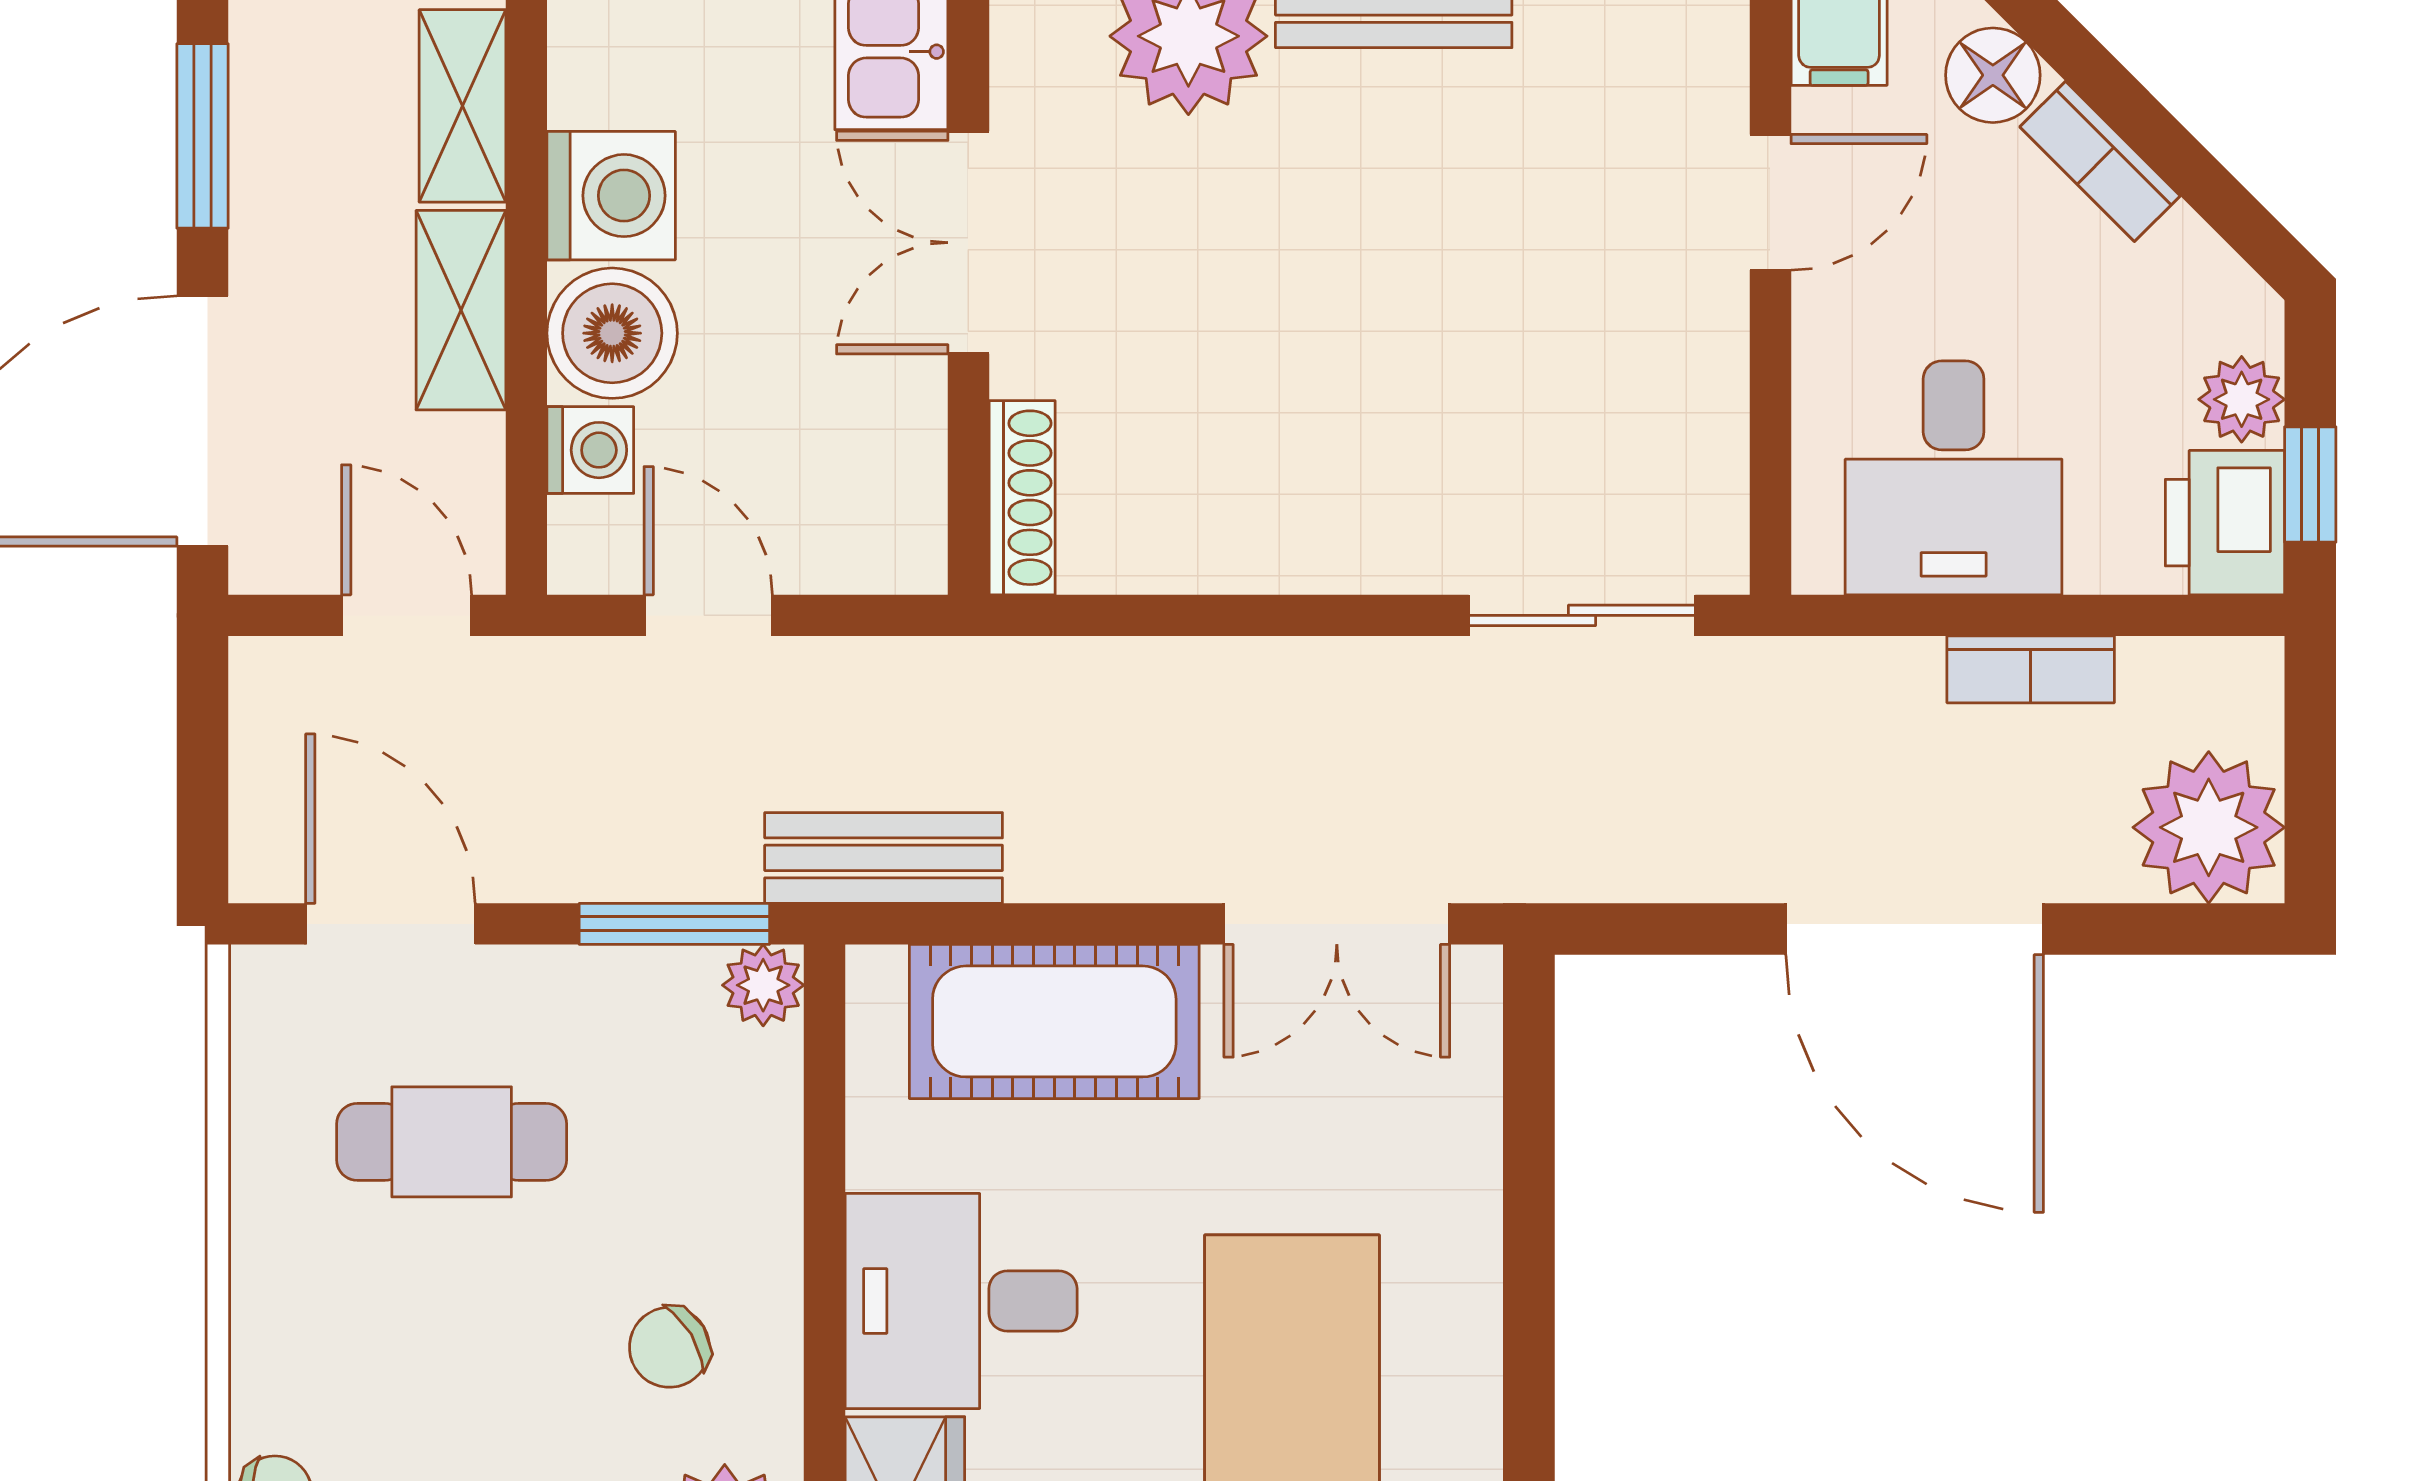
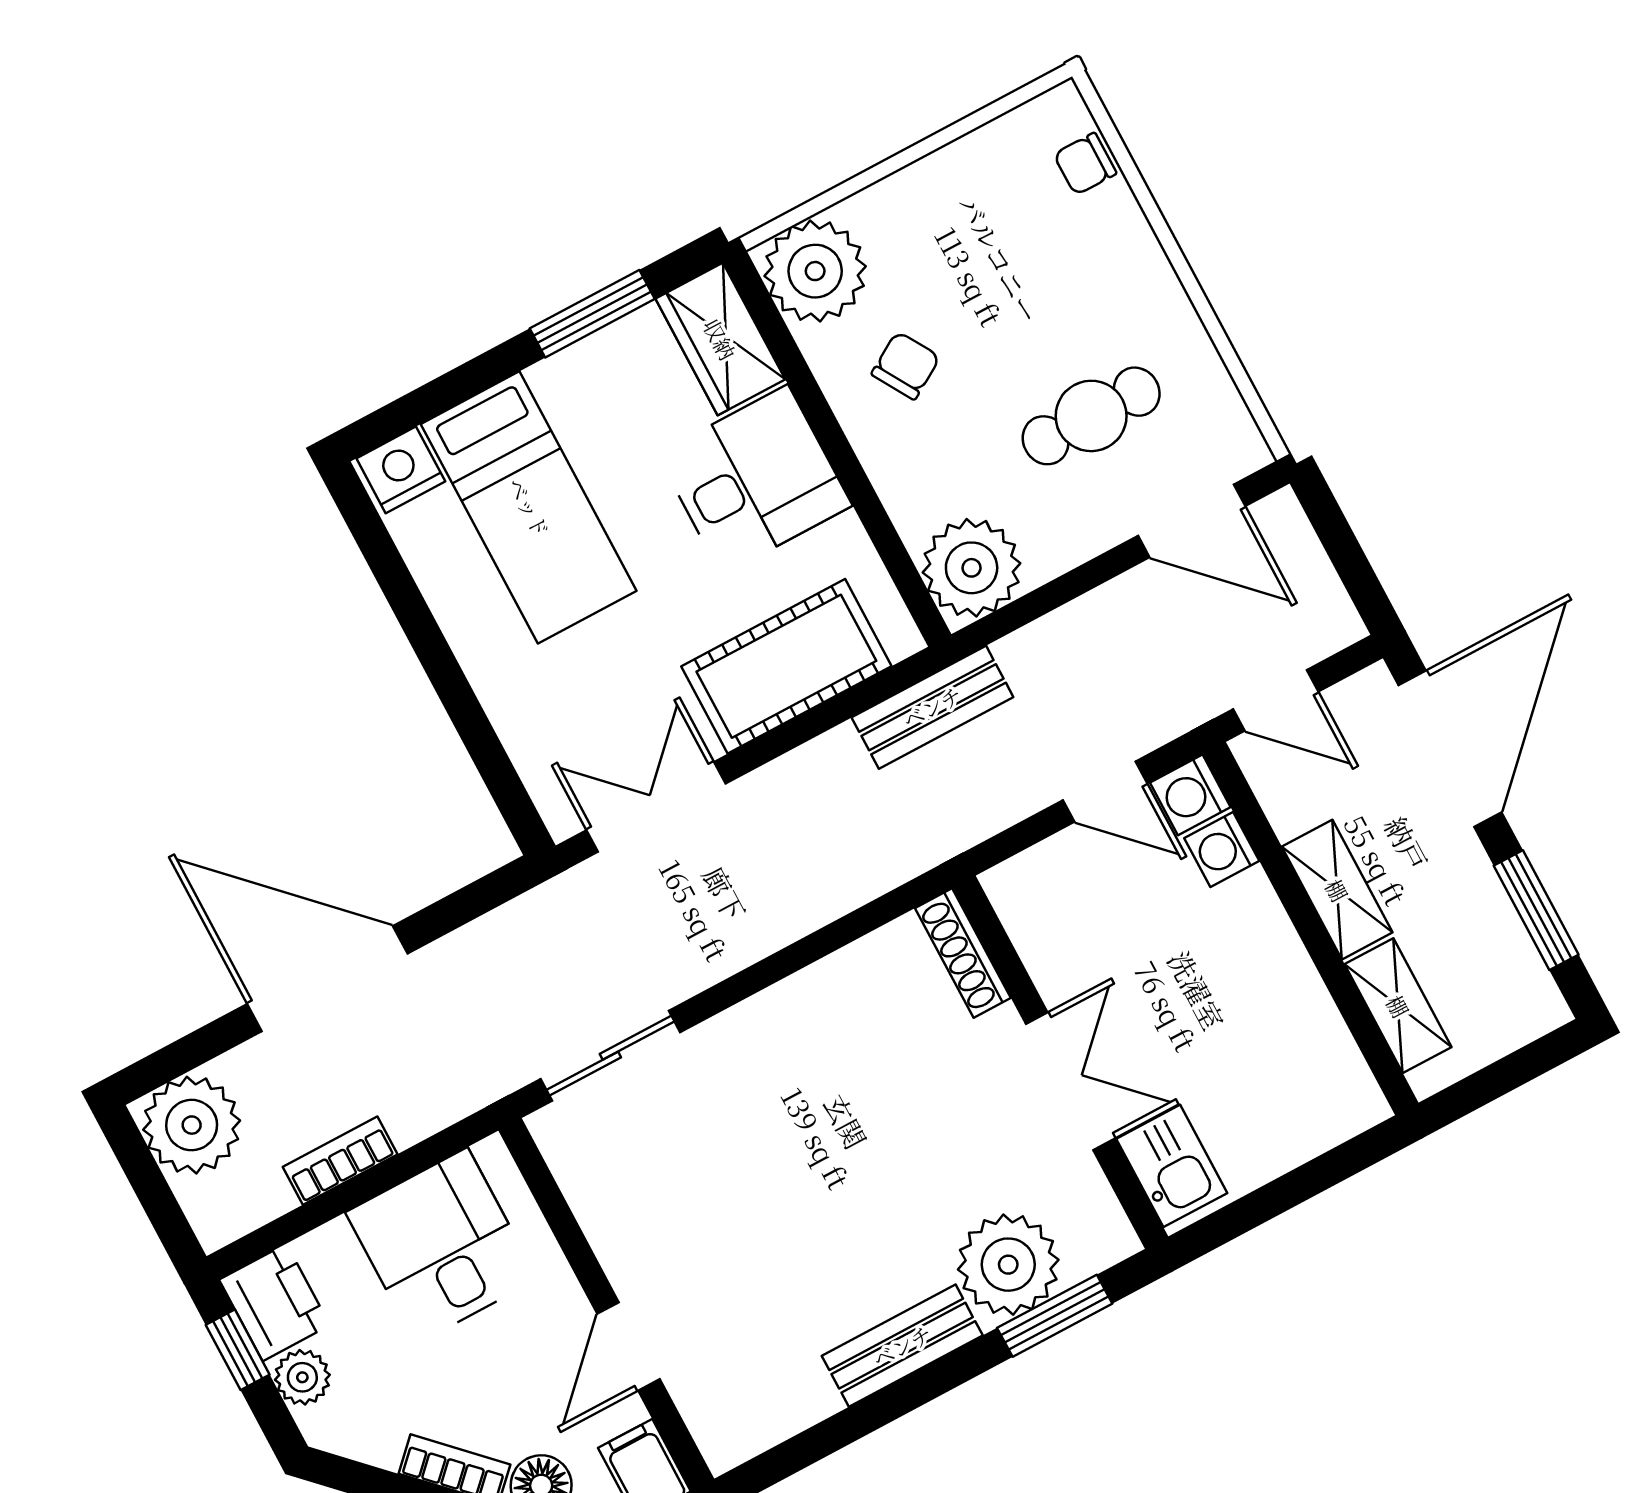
washing machine: (611, 196) -> (1190, 795), moved, width x0.73, depth x0.73
boiler: (612, 333) -> (1245, 922), removed
window: (674, 924) -> (1031, 607), removed
plant: (763, 985) -> (972, 568), width x1.87, depth x1.87

